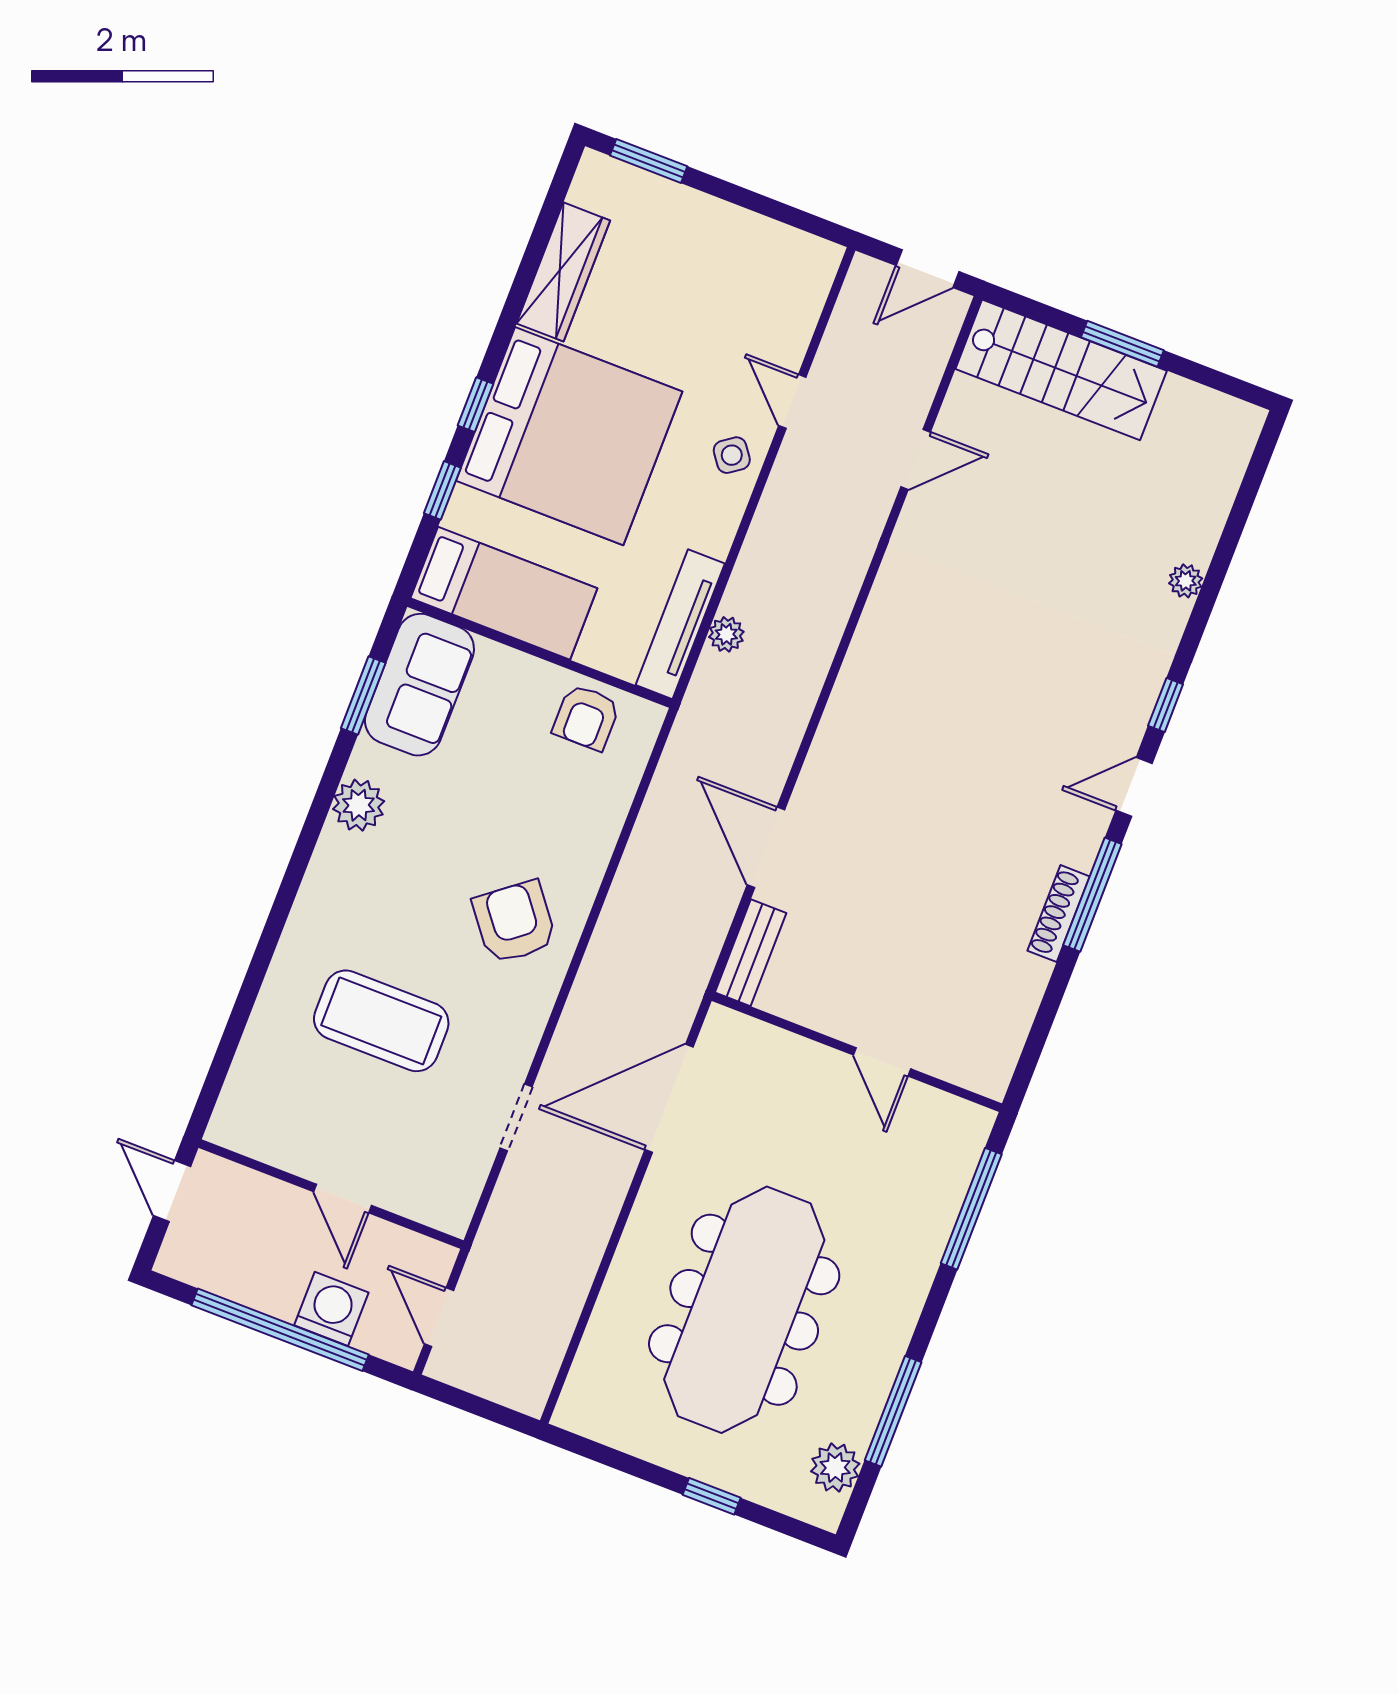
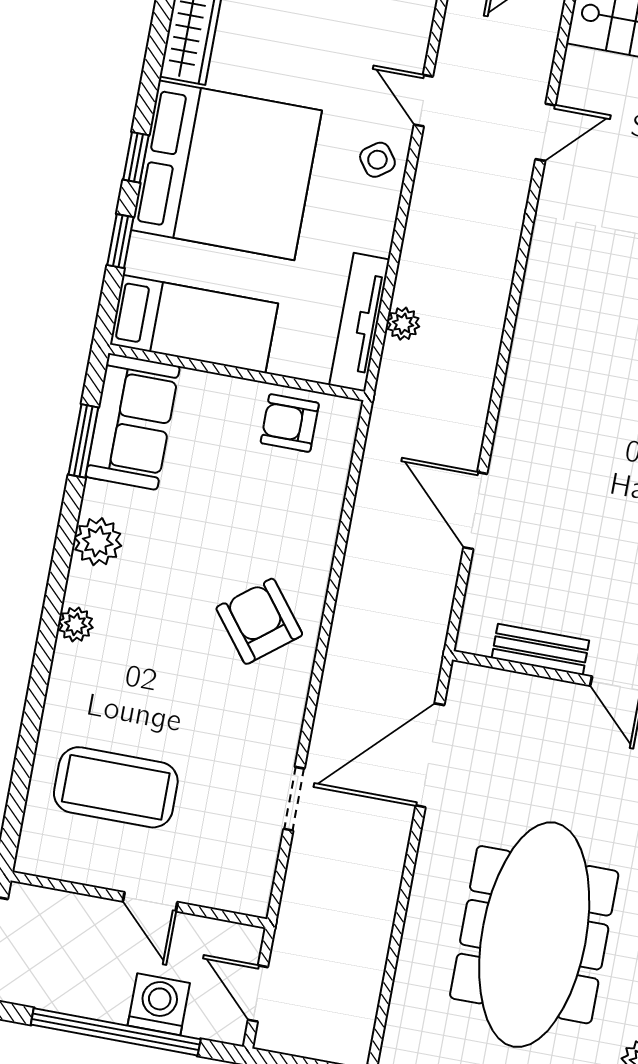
armchair: (586, 717) -> (290, 423), turned 90
plant: (319, 889) -> (76, 624), added
bench: (751, 953) -> (540, 649), moved, turned 90
coffee table: (381, 1021) -> (116, 787), moved

